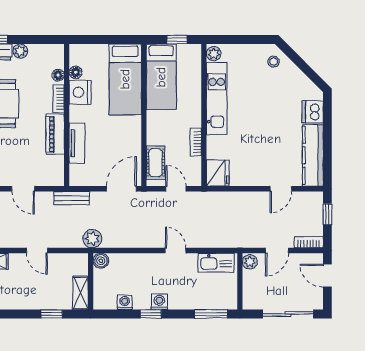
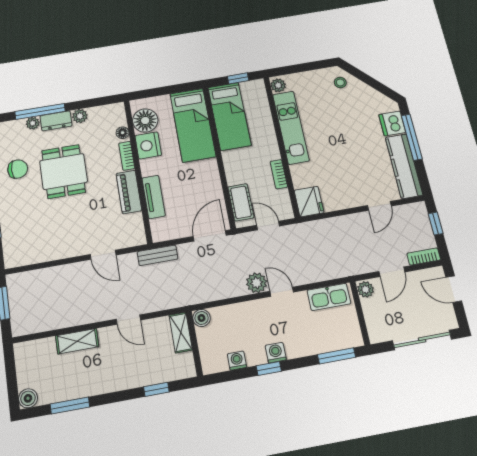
floor lamp: (76, 72) -> (145, 120), width x1.89, depth x1.89
window: (327, 129) -> (412, 137), added
plant: (92, 239) -> (257, 283), moved
shelving: (81, 293) -> (181, 332), moved

